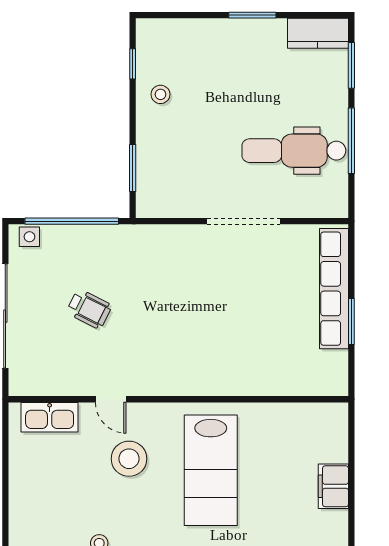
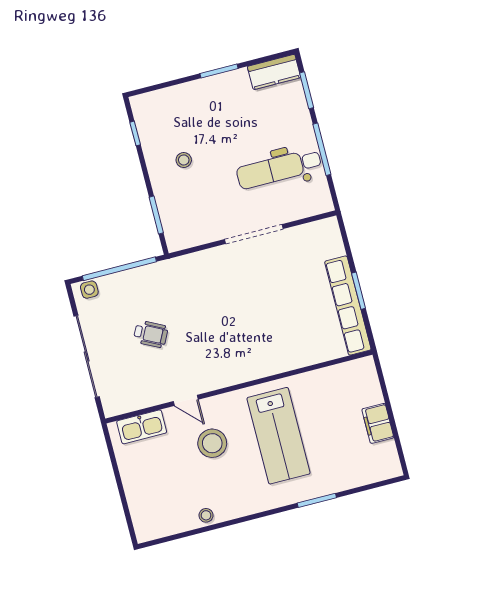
stool: (160, 94) -> (184, 160), moved
row of seats: (334, 289) -> (348, 306), moved

